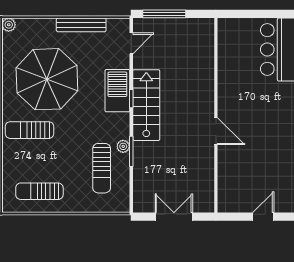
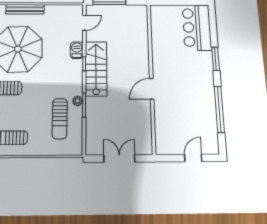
bench: (81, 25) -> (25, 9), moved
barbecue: (117, 91) -> (77, 50), width x0.53, depth x0.65
door: (216, 131) -> (152, 89), swing flipped

